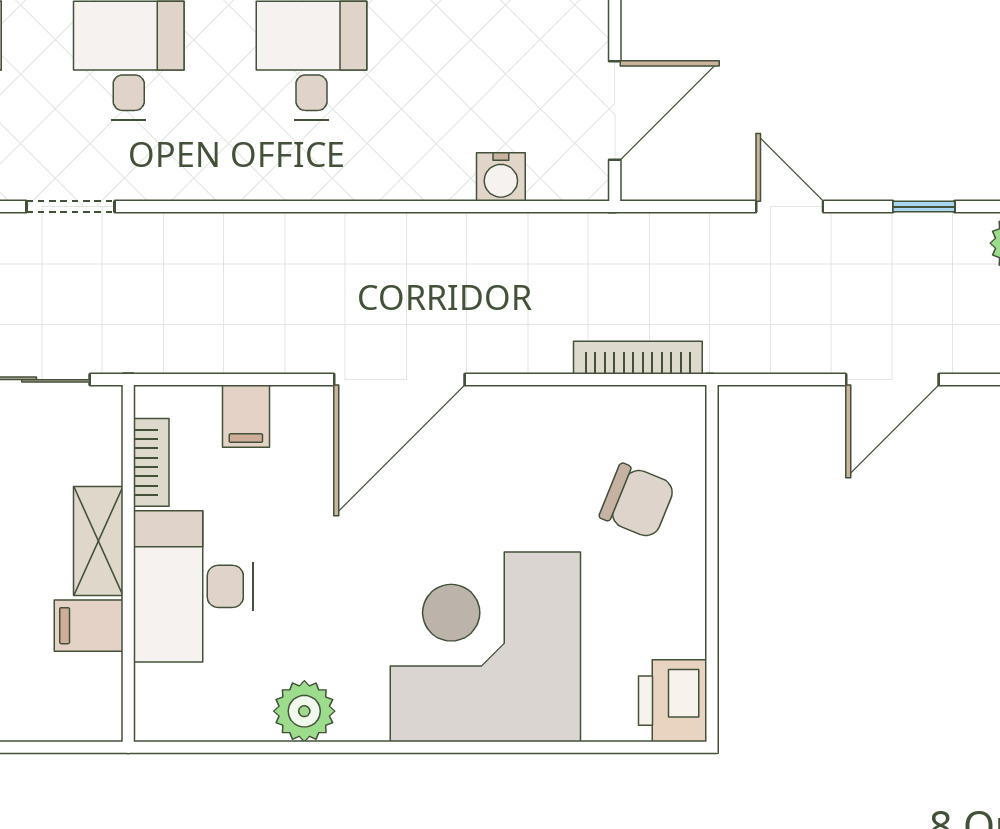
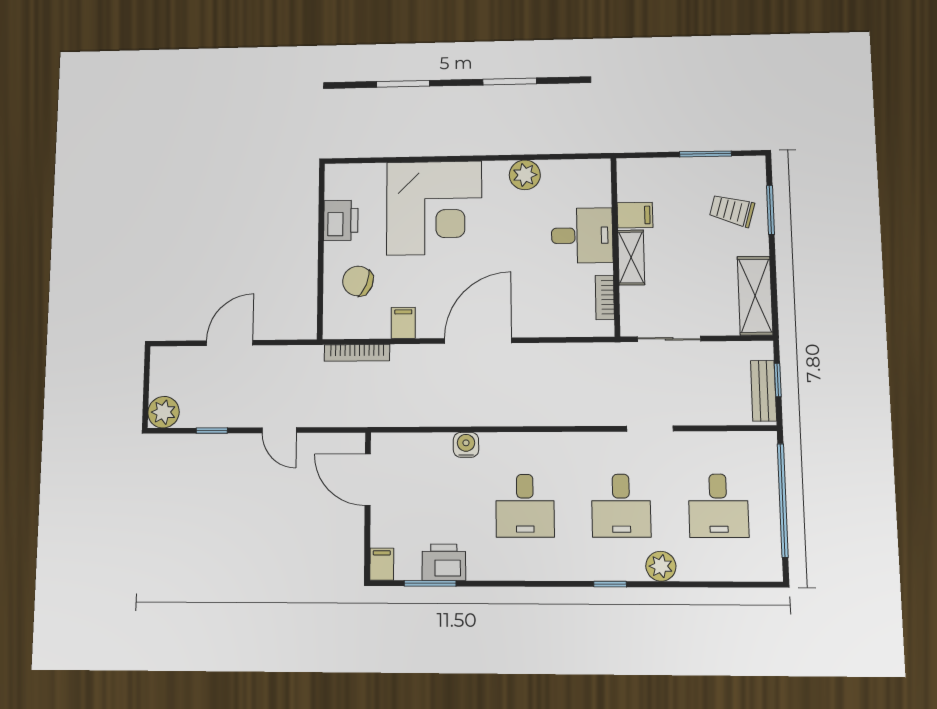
door: (615, 111) -> (368, 480), hinge flipped
water cooler: (501, 177) -> (466, 445), moved
filing cabinet: (246, 416) -> (403, 323), moved
desk: (193, 586) -> (582, 235), width x0.73
printer: (673, 701) -> (341, 220), moved

